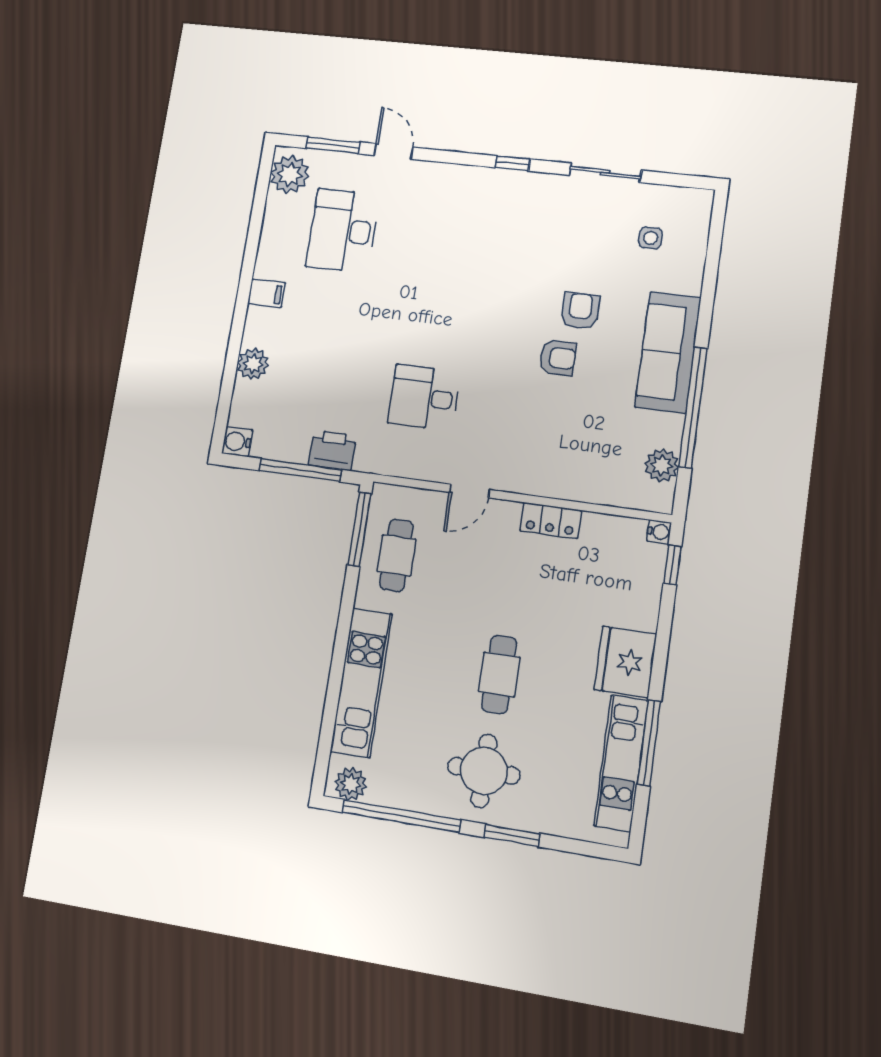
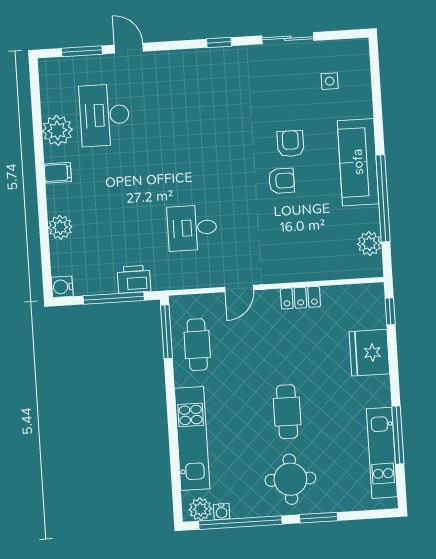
plant: (290, 174) -> (57, 130), moved
water cooler: (659, 532) -> (222, 512), moved, turned 90
fridge: (625, 662) -> (369, 353), moved

